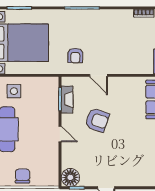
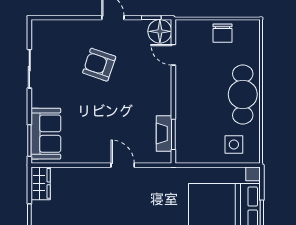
armchair: (75, 55) -> (153, 191), removed
armchair: (97, 120) -> (99, 65), moved
door: (60, 134) -> (173, 55), moved

